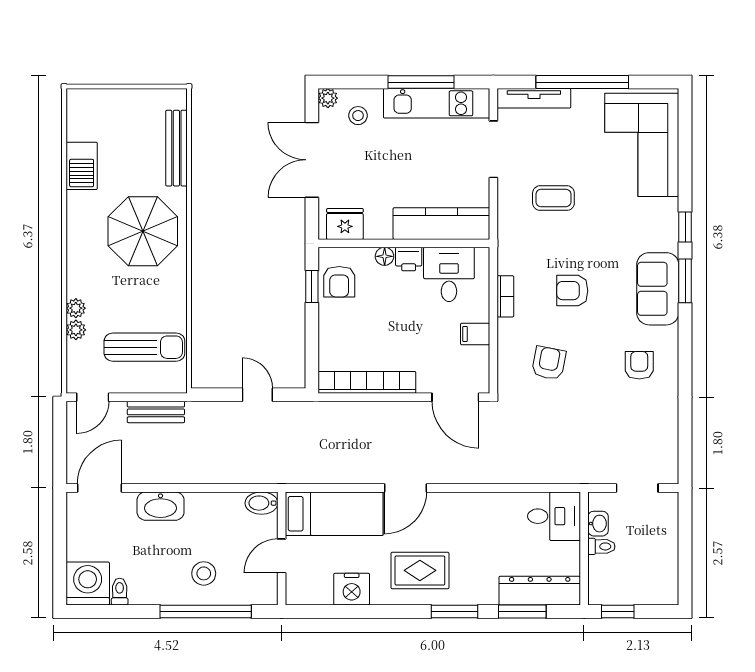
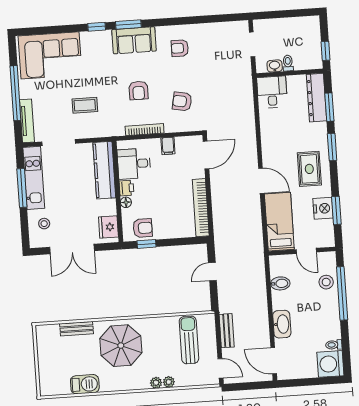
plant: (328, 98) -> (35, 242), removed
bench: (176, 148) -> (77, 329), width x0.73
coffee table: (553, 198) -> (85, 105), turned 90
bookcase: (505, 296) -> (145, 130), width x1.56
plant: (76, 330) -> (156, 383), moved
bidet: (261, 503) -> (280, 283), moved, turned -90
stool: (204, 573) -> (326, 282), moved
window: (347, 612) -> (336, 210), added

